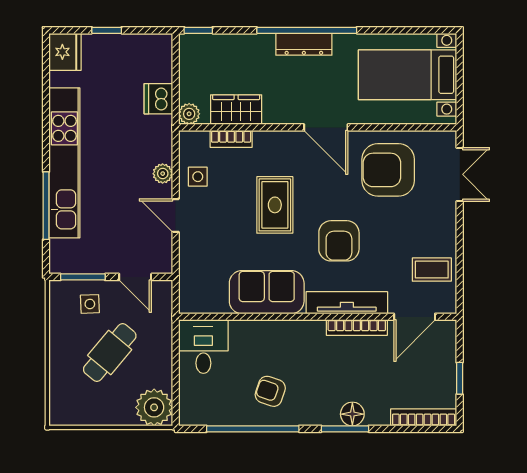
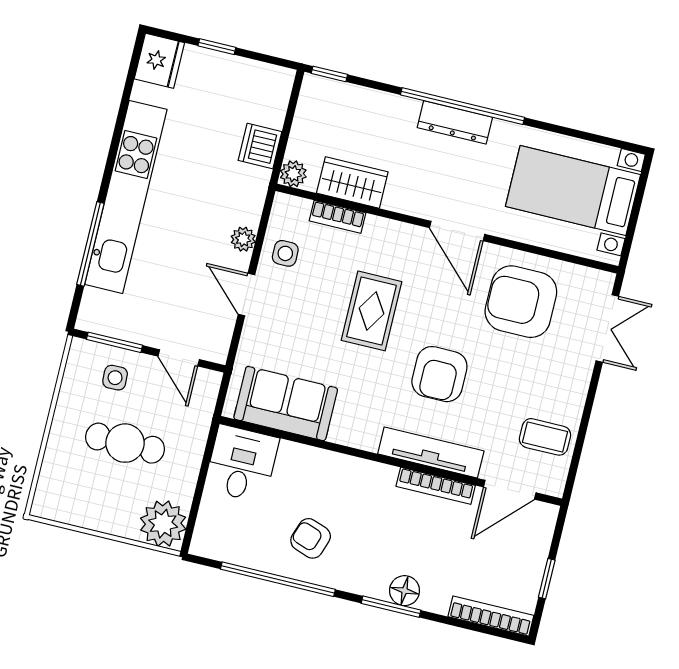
sofa: (267, 292) -> (286, 404), moved
cafe table: (110, 353) -> (125, 443), turned 50

